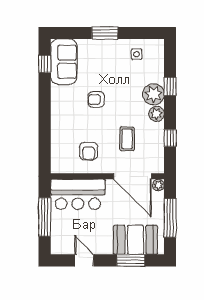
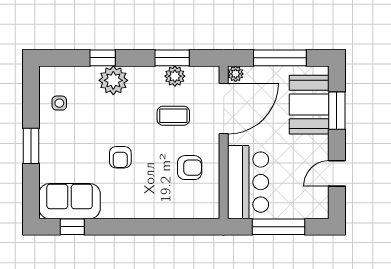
plant: (157, 114) -> (175, 76), moved
window: (170, 138) -> (172, 58), width x1.50

